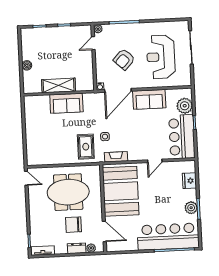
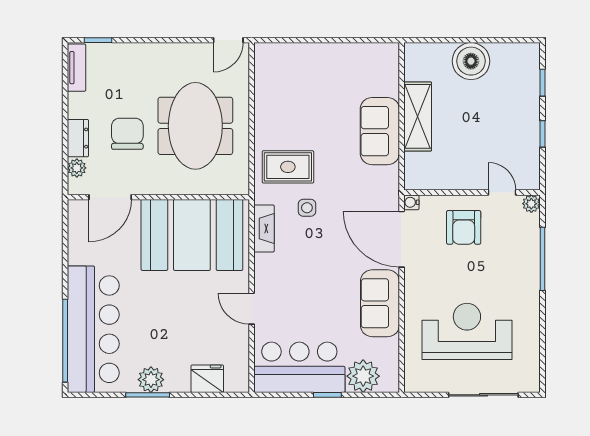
armchair: (124, 59) -> (464, 227), moved, turned -133
boiler: (27, 65) -> (471, 61), width x1.86, depth x1.86

